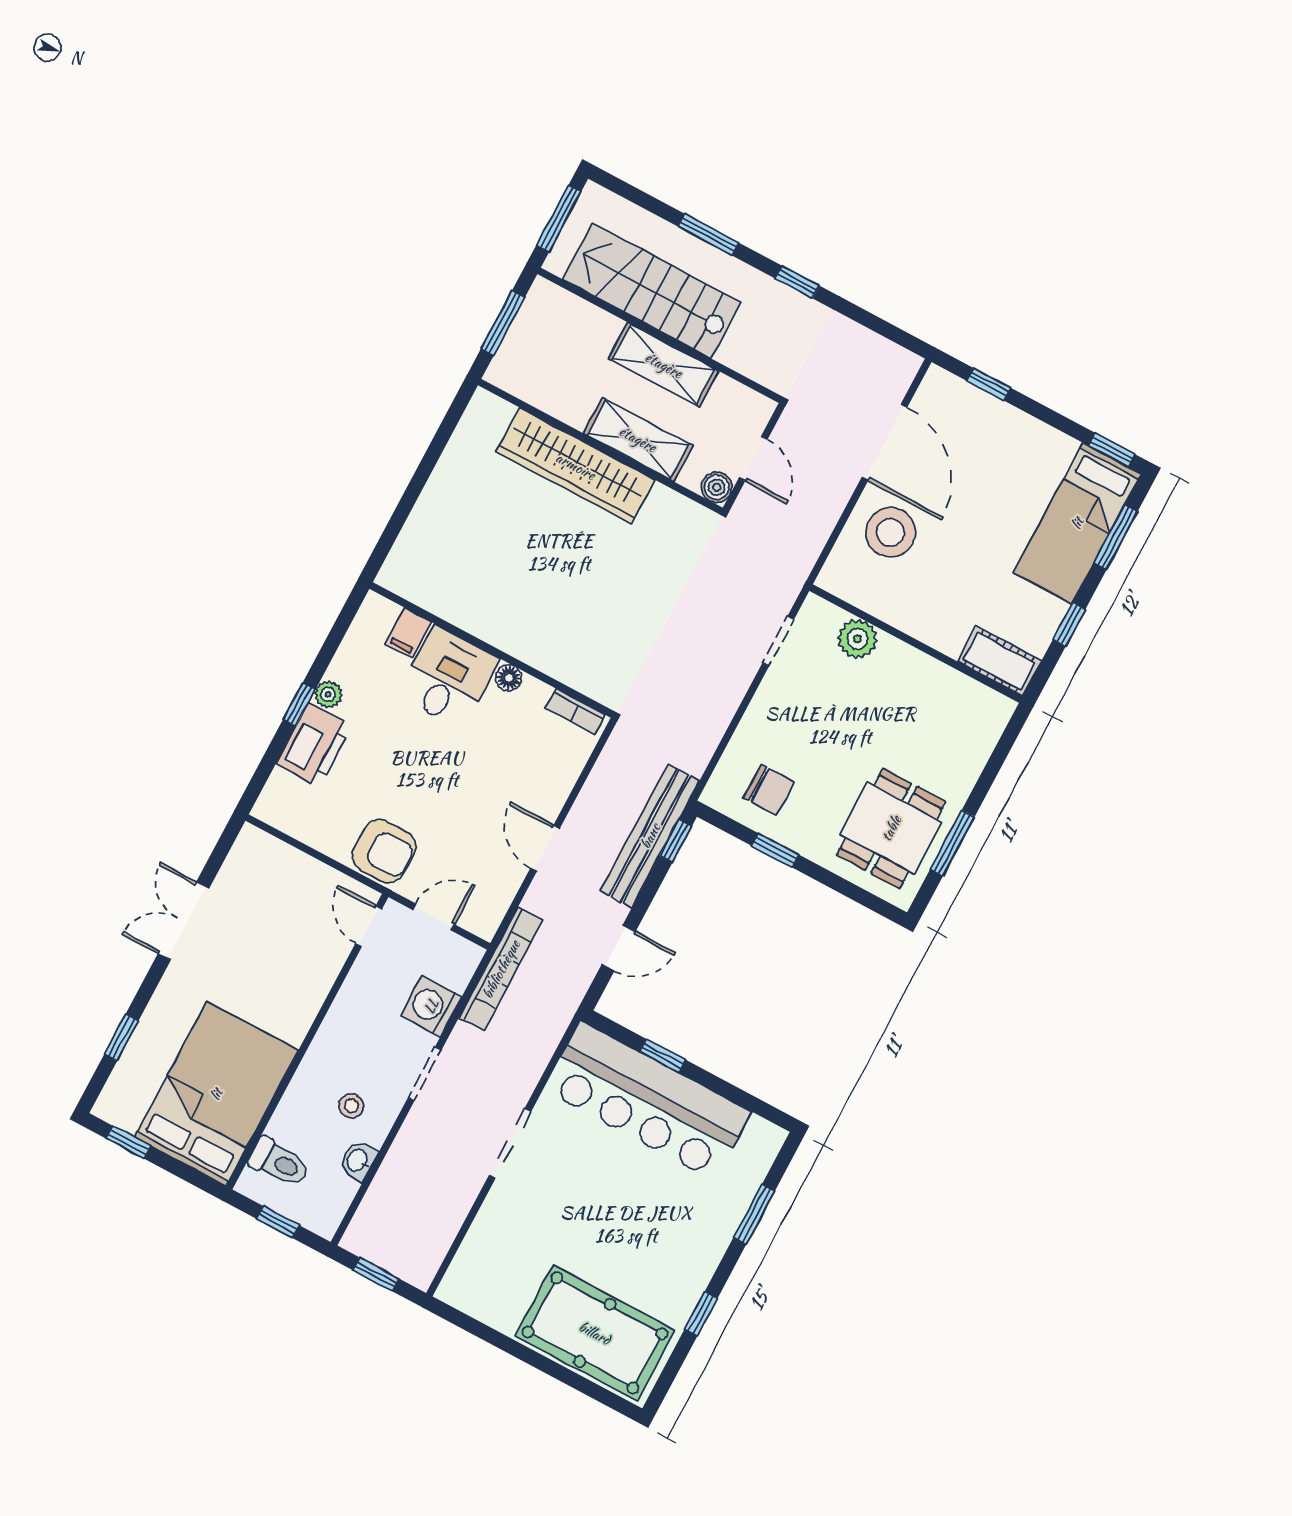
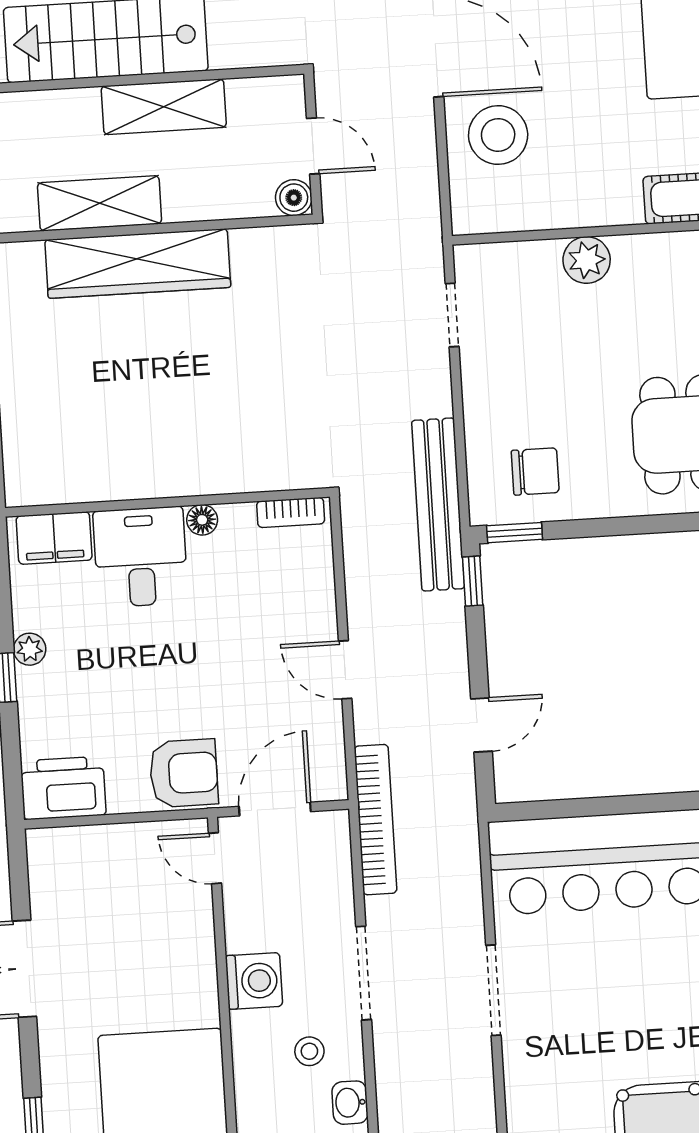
shelving: (638, 439) -> (100, 203), moved
filing cabinet: (408, 633) -> (54, 538), width x2.00
plant: (857, 639) -> (587, 260), moved
printer: (314, 745) -> (63, 788), moved, turned -90
bench: (650, 836) -> (438, 504), moved
window: (775, 850) -> (515, 533), moved
door: (434, 917) -> (275, 809), width x1.38
washing machine: (431, 1006) -> (254, 981), moved, turned 180
window: (663, 1056) -> (593, 807), removed
doorway: (425, 1074) -> (364, 973), width x1.38

